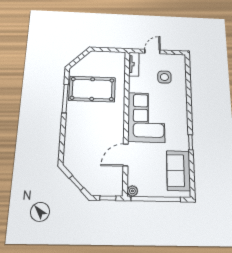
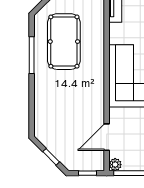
pool table: (92, 89) -> (64, 42), turned 90
door: (126, 155) -> (107, 137), moved

